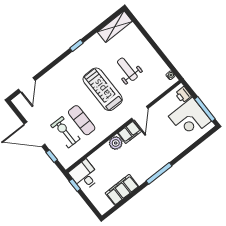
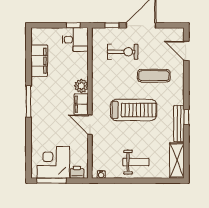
bench: (86, 47) -> (179, 124), added
weight bench: (127, 69) -> (136, 162), moved
exercise mat: (82, 120) -> (154, 76), moved

